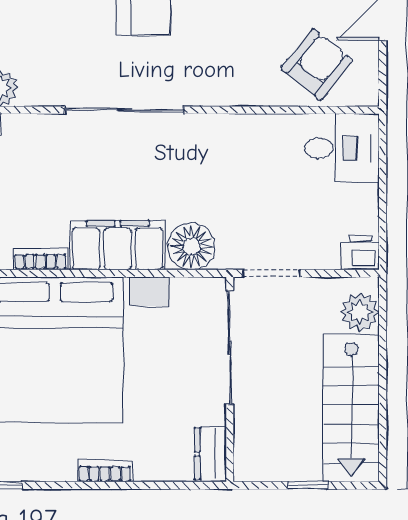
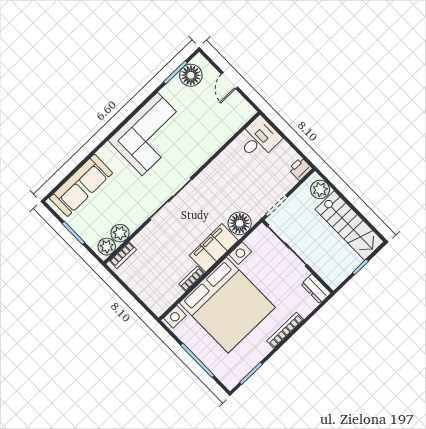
armchair: (317, 64) -> (222, 118), removed
bookcase: (105, 471) -> (285, 330), width x1.56

